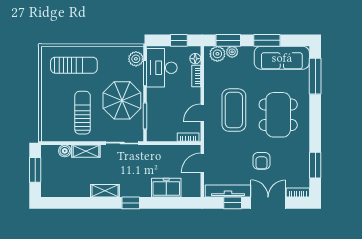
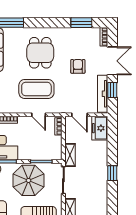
dining table: (278, 115) -> (40, 53), width x0.73
armchair: (261, 161) -> (78, 66), turned -90
freezer: (166, 188) -> (100, 128), moved
shelving: (105, 191) -> (70, 155), moved
double door: (268, 203) -> (112, 61), swing flipped

